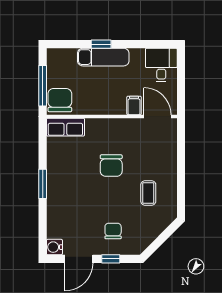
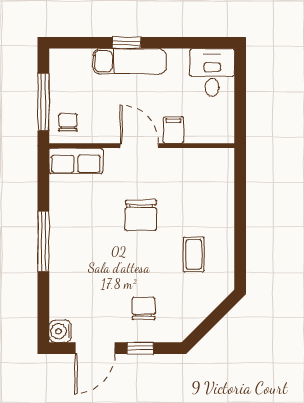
chair: (60, 100) -> (68, 122), width x0.54, depth x0.54
door: (158, 116) -> (139, 146), moved
window: (43, 184) -> (43, 241), width x1.44

